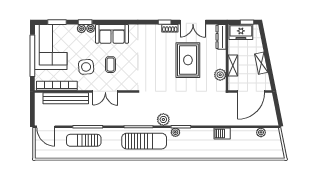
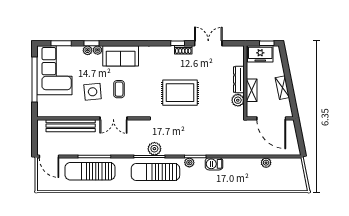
double door: (193, 22) -> (208, 43), swing flipped
dresser: (221, 37) -> (239, 80), moved
rug: (188, 60) -> (180, 93), moved, turned 90
bookcase: (57, 86) -> (61, 112), removed
door: (251, 91) -> (271, 118), hinge flipped
plant: (163, 119) -> (154, 149), moved
plant: (261, 132) -> (266, 163), moved
barbecue: (222, 134) -> (214, 164), moved
sun lounger: (84, 140) -> (90, 171), width x1.36, depth x1.34
sun lounger: (144, 141) -> (155, 172), turned 180

